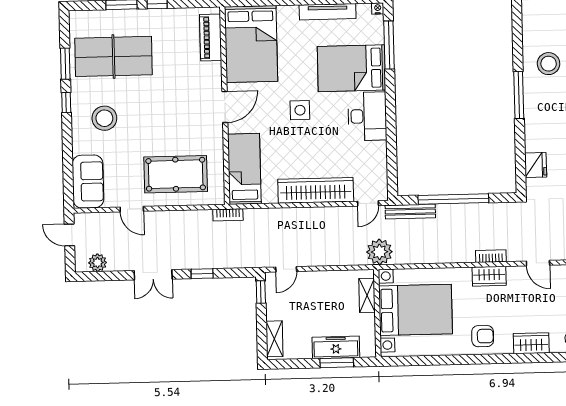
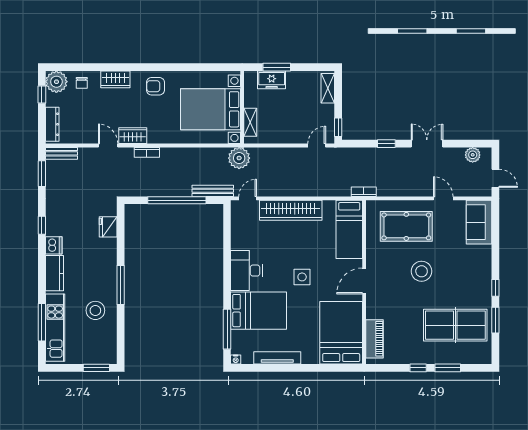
stool: (104, 118) -> (422, 271), moved
wardrobe: (489, 276) -> (133, 136), moved
freezer: (336, 347) -> (272, 80), width x0.71

